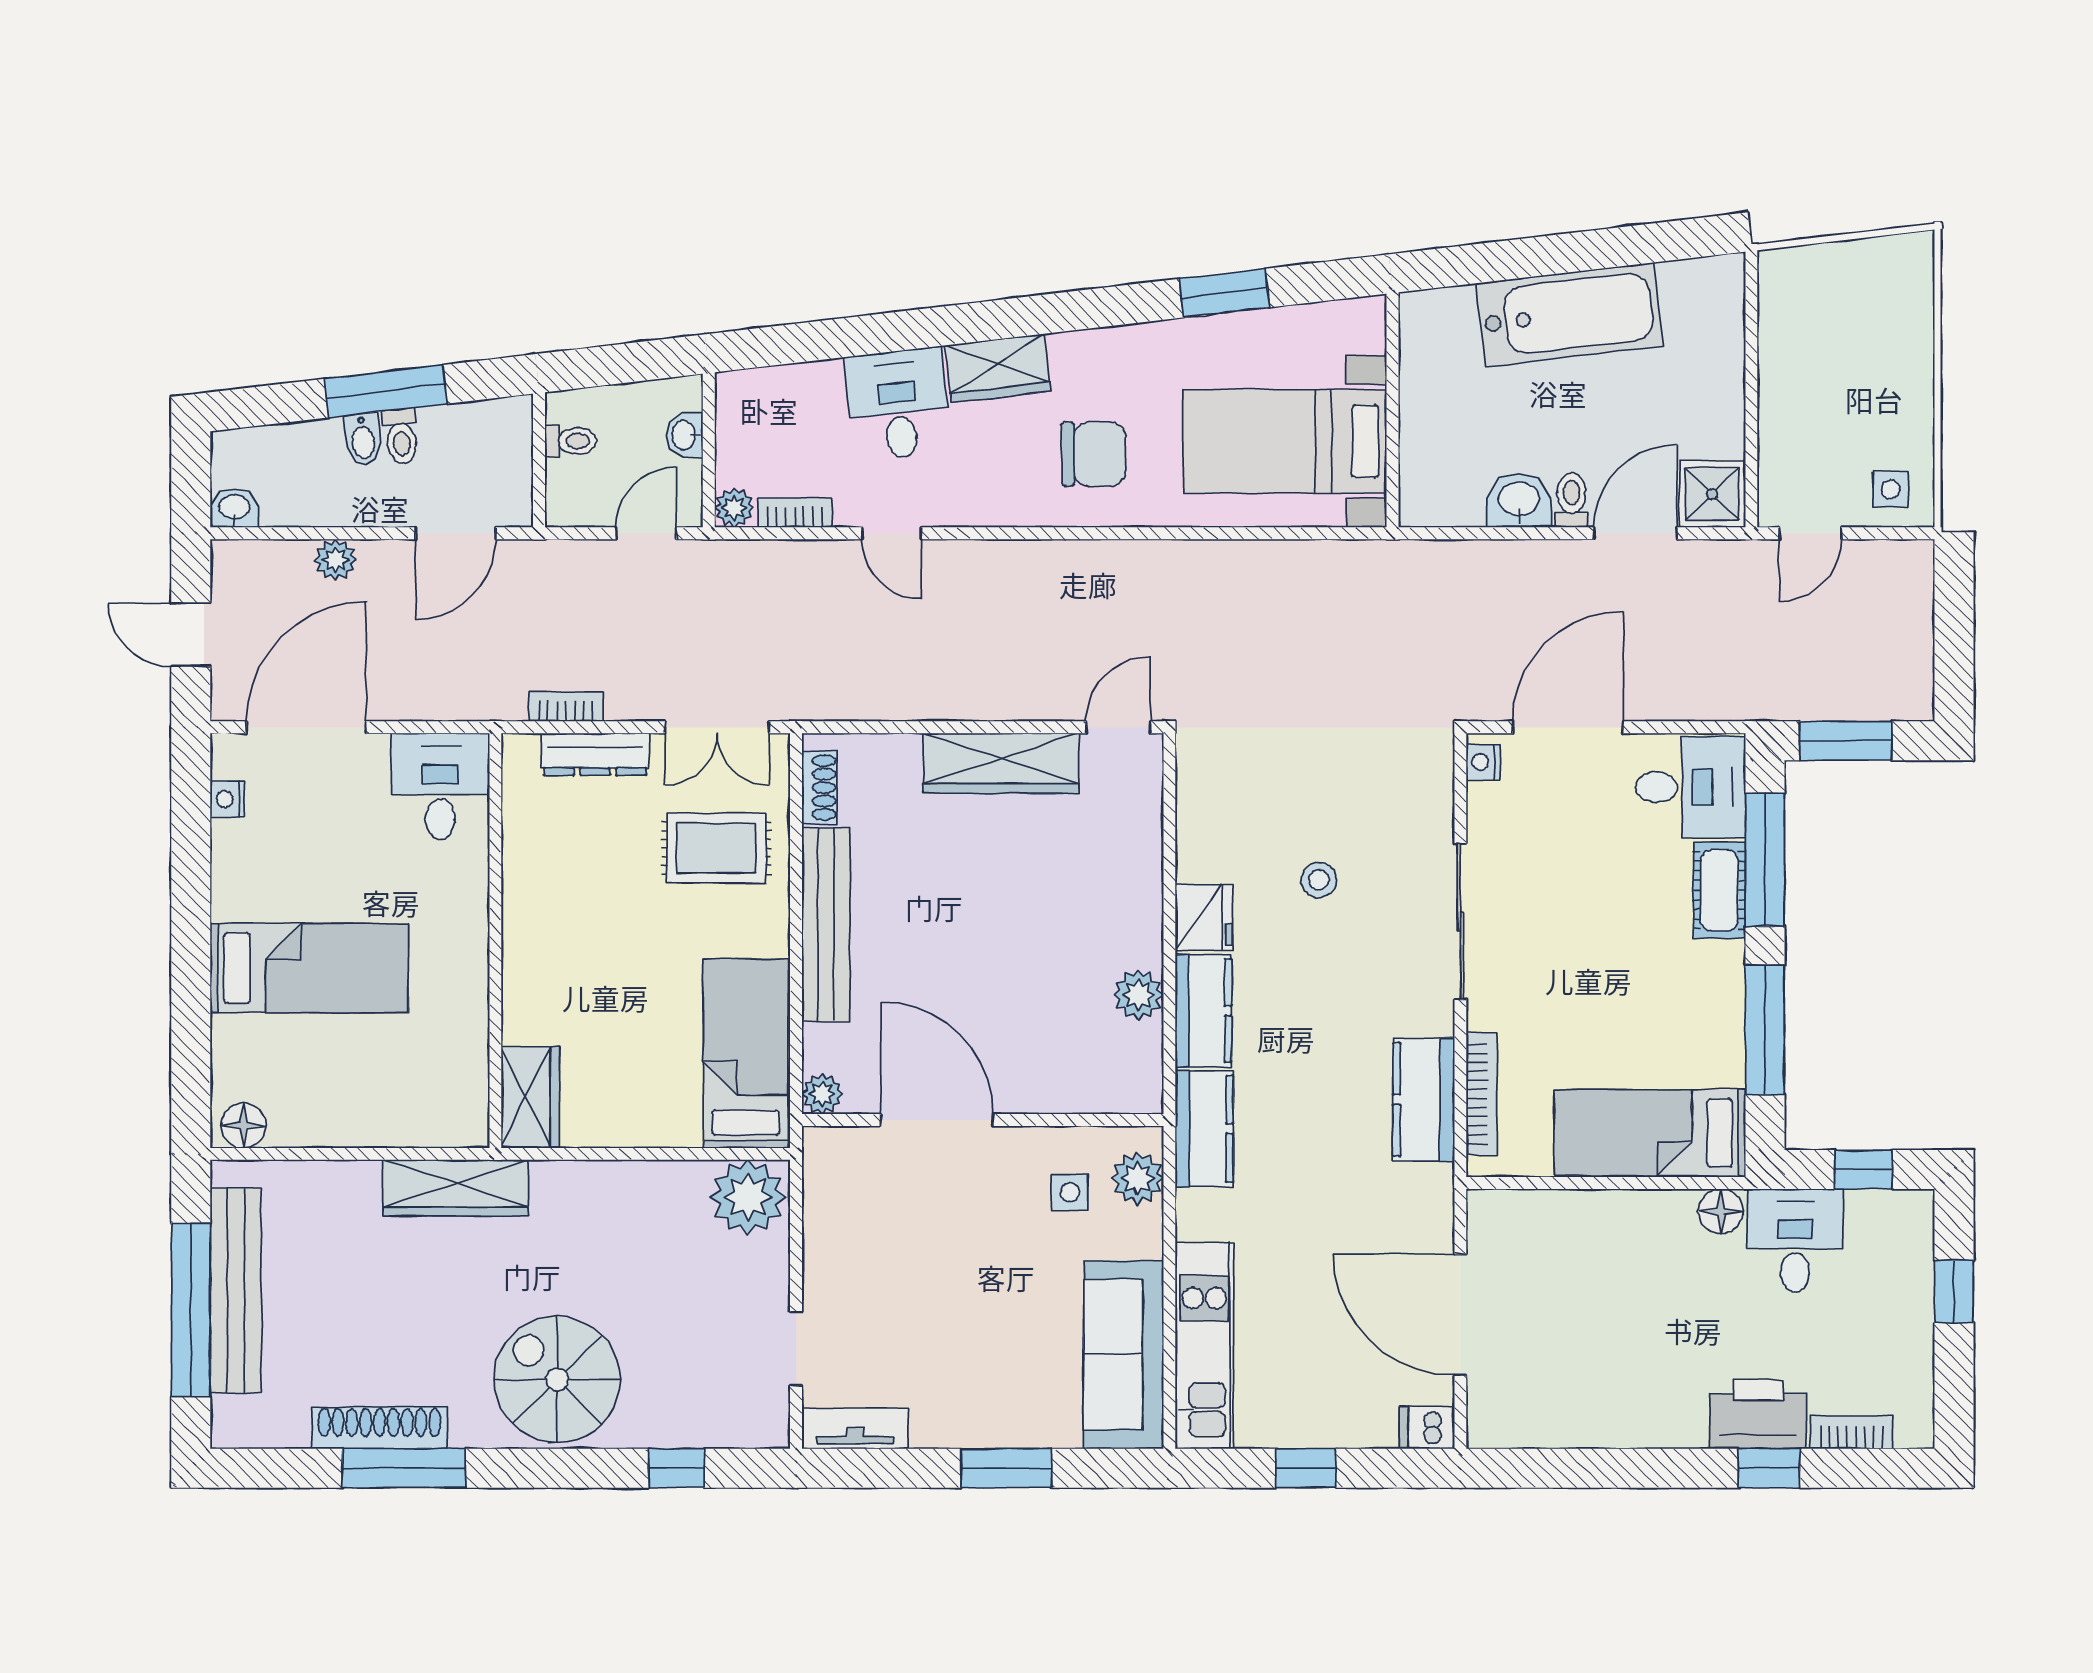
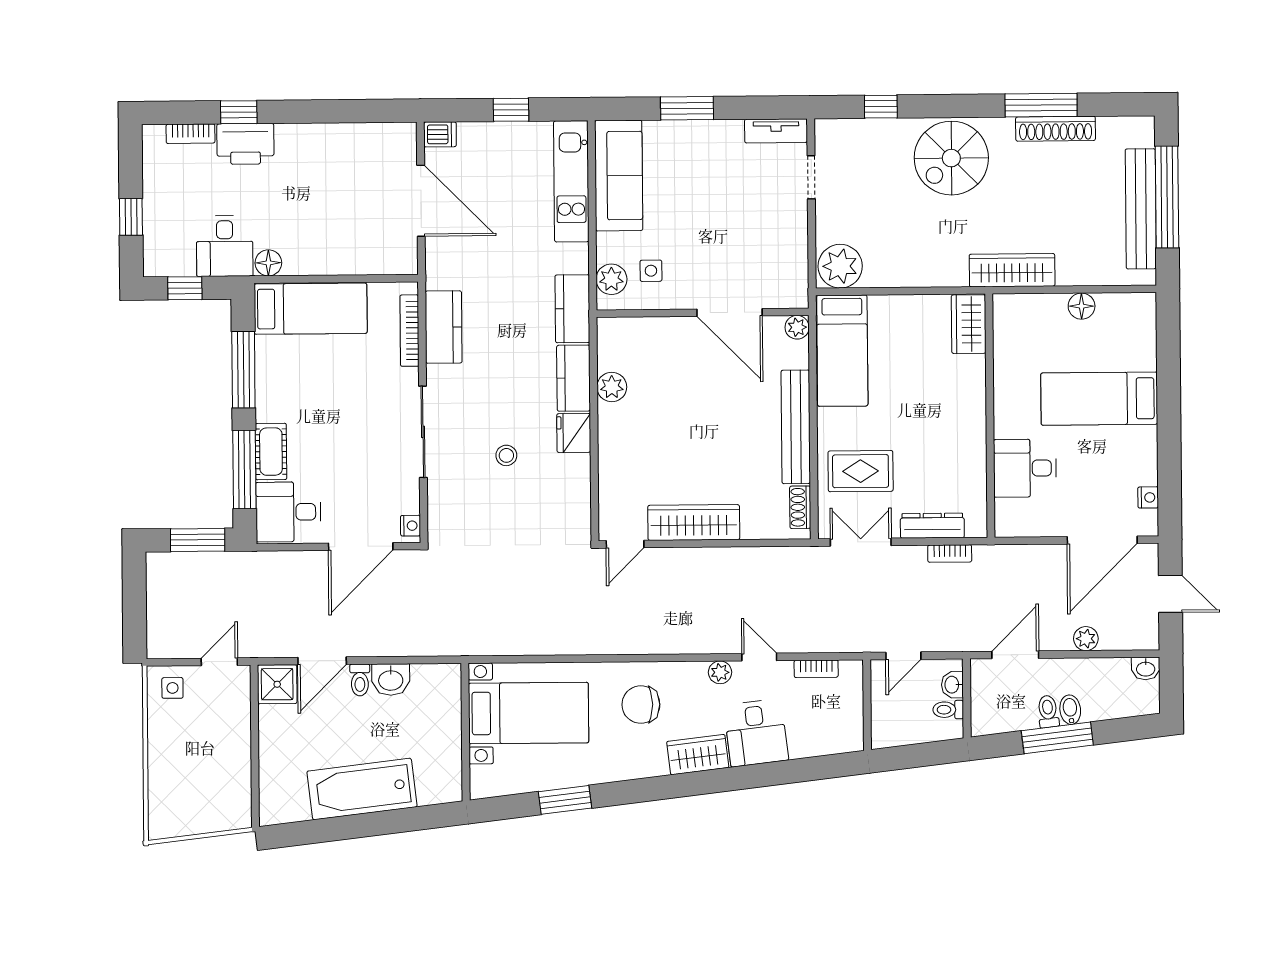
washbasin: (685, 435) -> (952, 685), moved, turned 180
plant: (734, 508) -> (720, 672), moved
desk: (440, 786) -> (1025, 468), moved, turned 90
floor lamp: (243, 1126) -> (1082, 306), moved
spiral stairs: (557, 1379) -> (951, 158), turned 90

